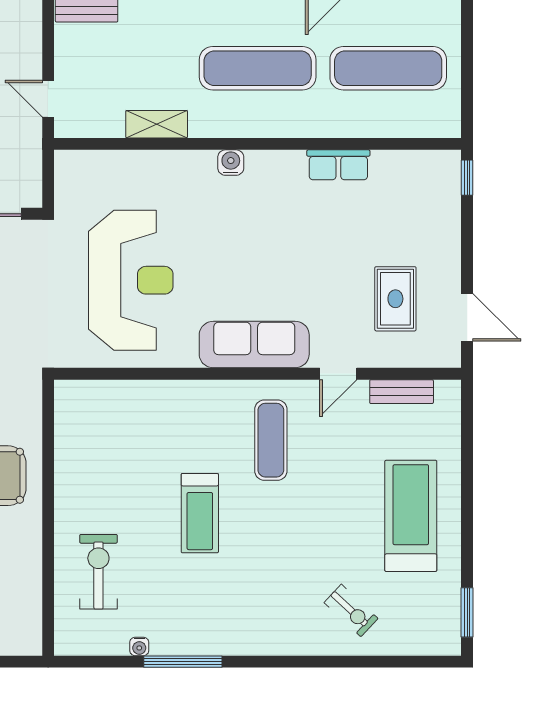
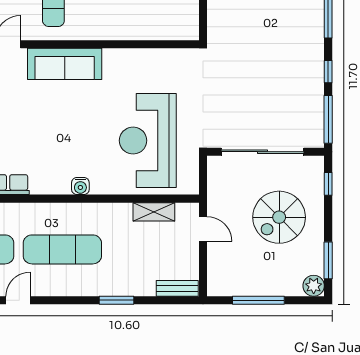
shelving: (157, 124) -> (154, 212), moved
reception desk: (131, 280) -> (148, 141), moved

